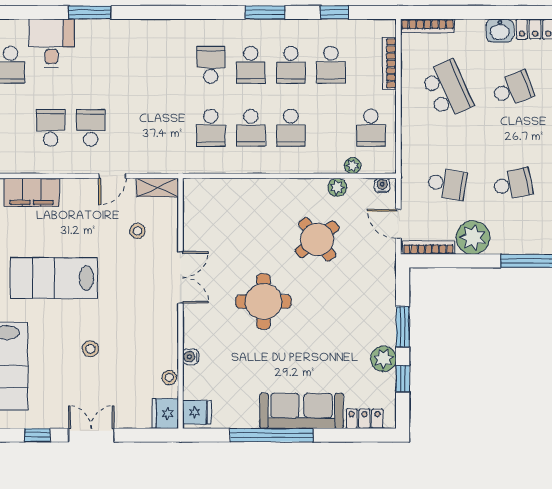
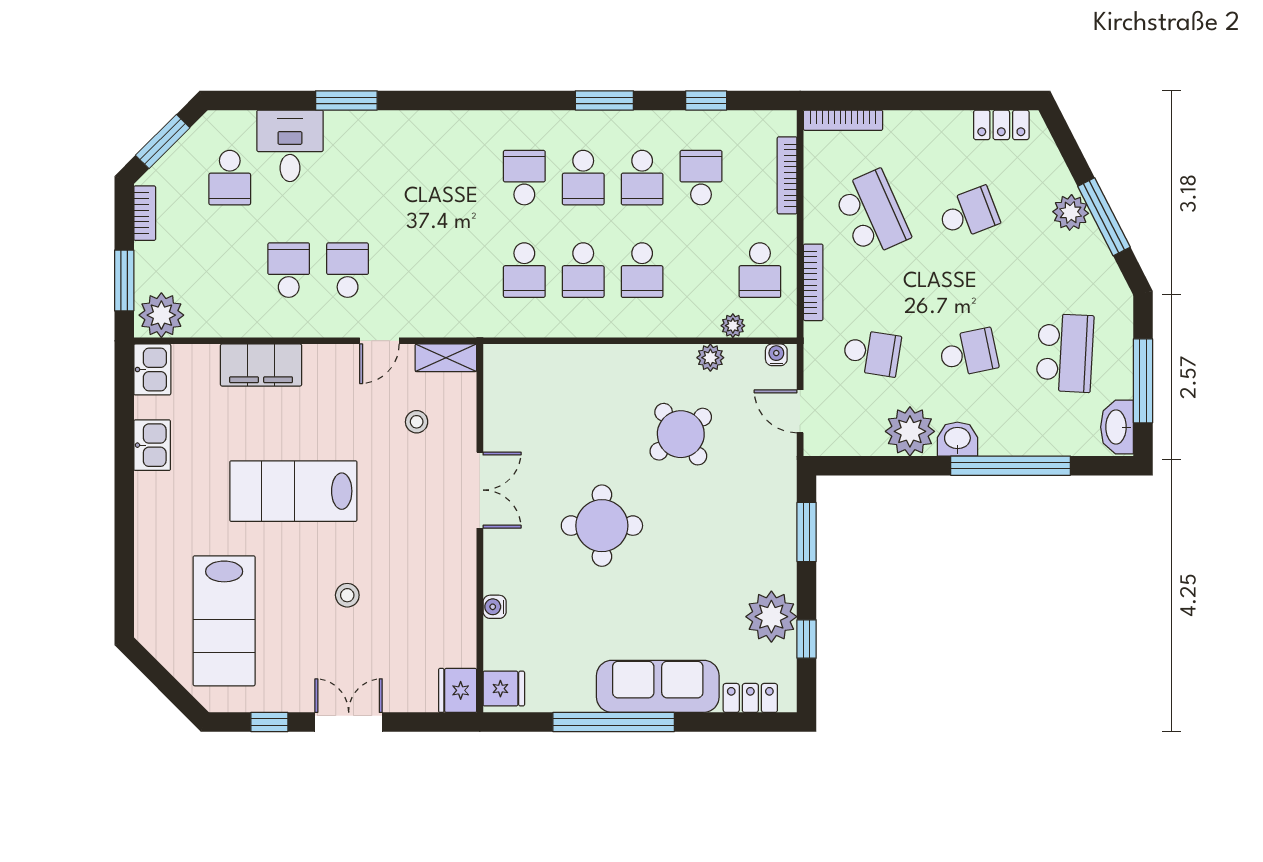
washbasin: (500, 31) -> (957, 439), moved, turned 180
school desk: (331, 65) -> (701, 178), turned 180
bookcase: (428, 248) -> (813, 282), moved, turned 90
window: (403, 327) -> (807, 532), moved
plant: (383, 359) -> (771, 617), width x1.36, depth x1.36
stool: (169, 377) -> (463, 637), removed

